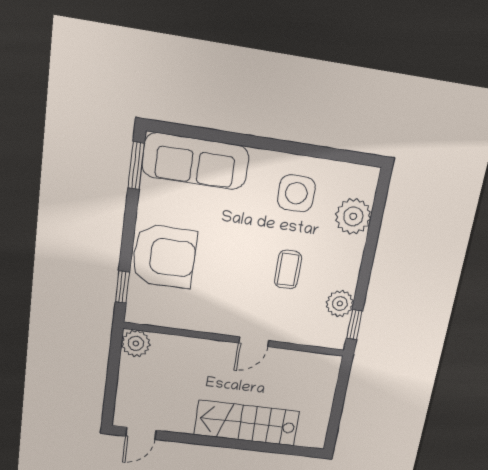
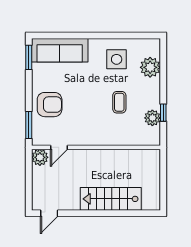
armchair: (164, 256) -> (50, 105), width x0.73, depth x0.73
window: (122, 287) -> (29, 125), width x1.50
window: (354, 325) -> (163, 113), moved
door: (254, 342) -> (59, 147), moved

